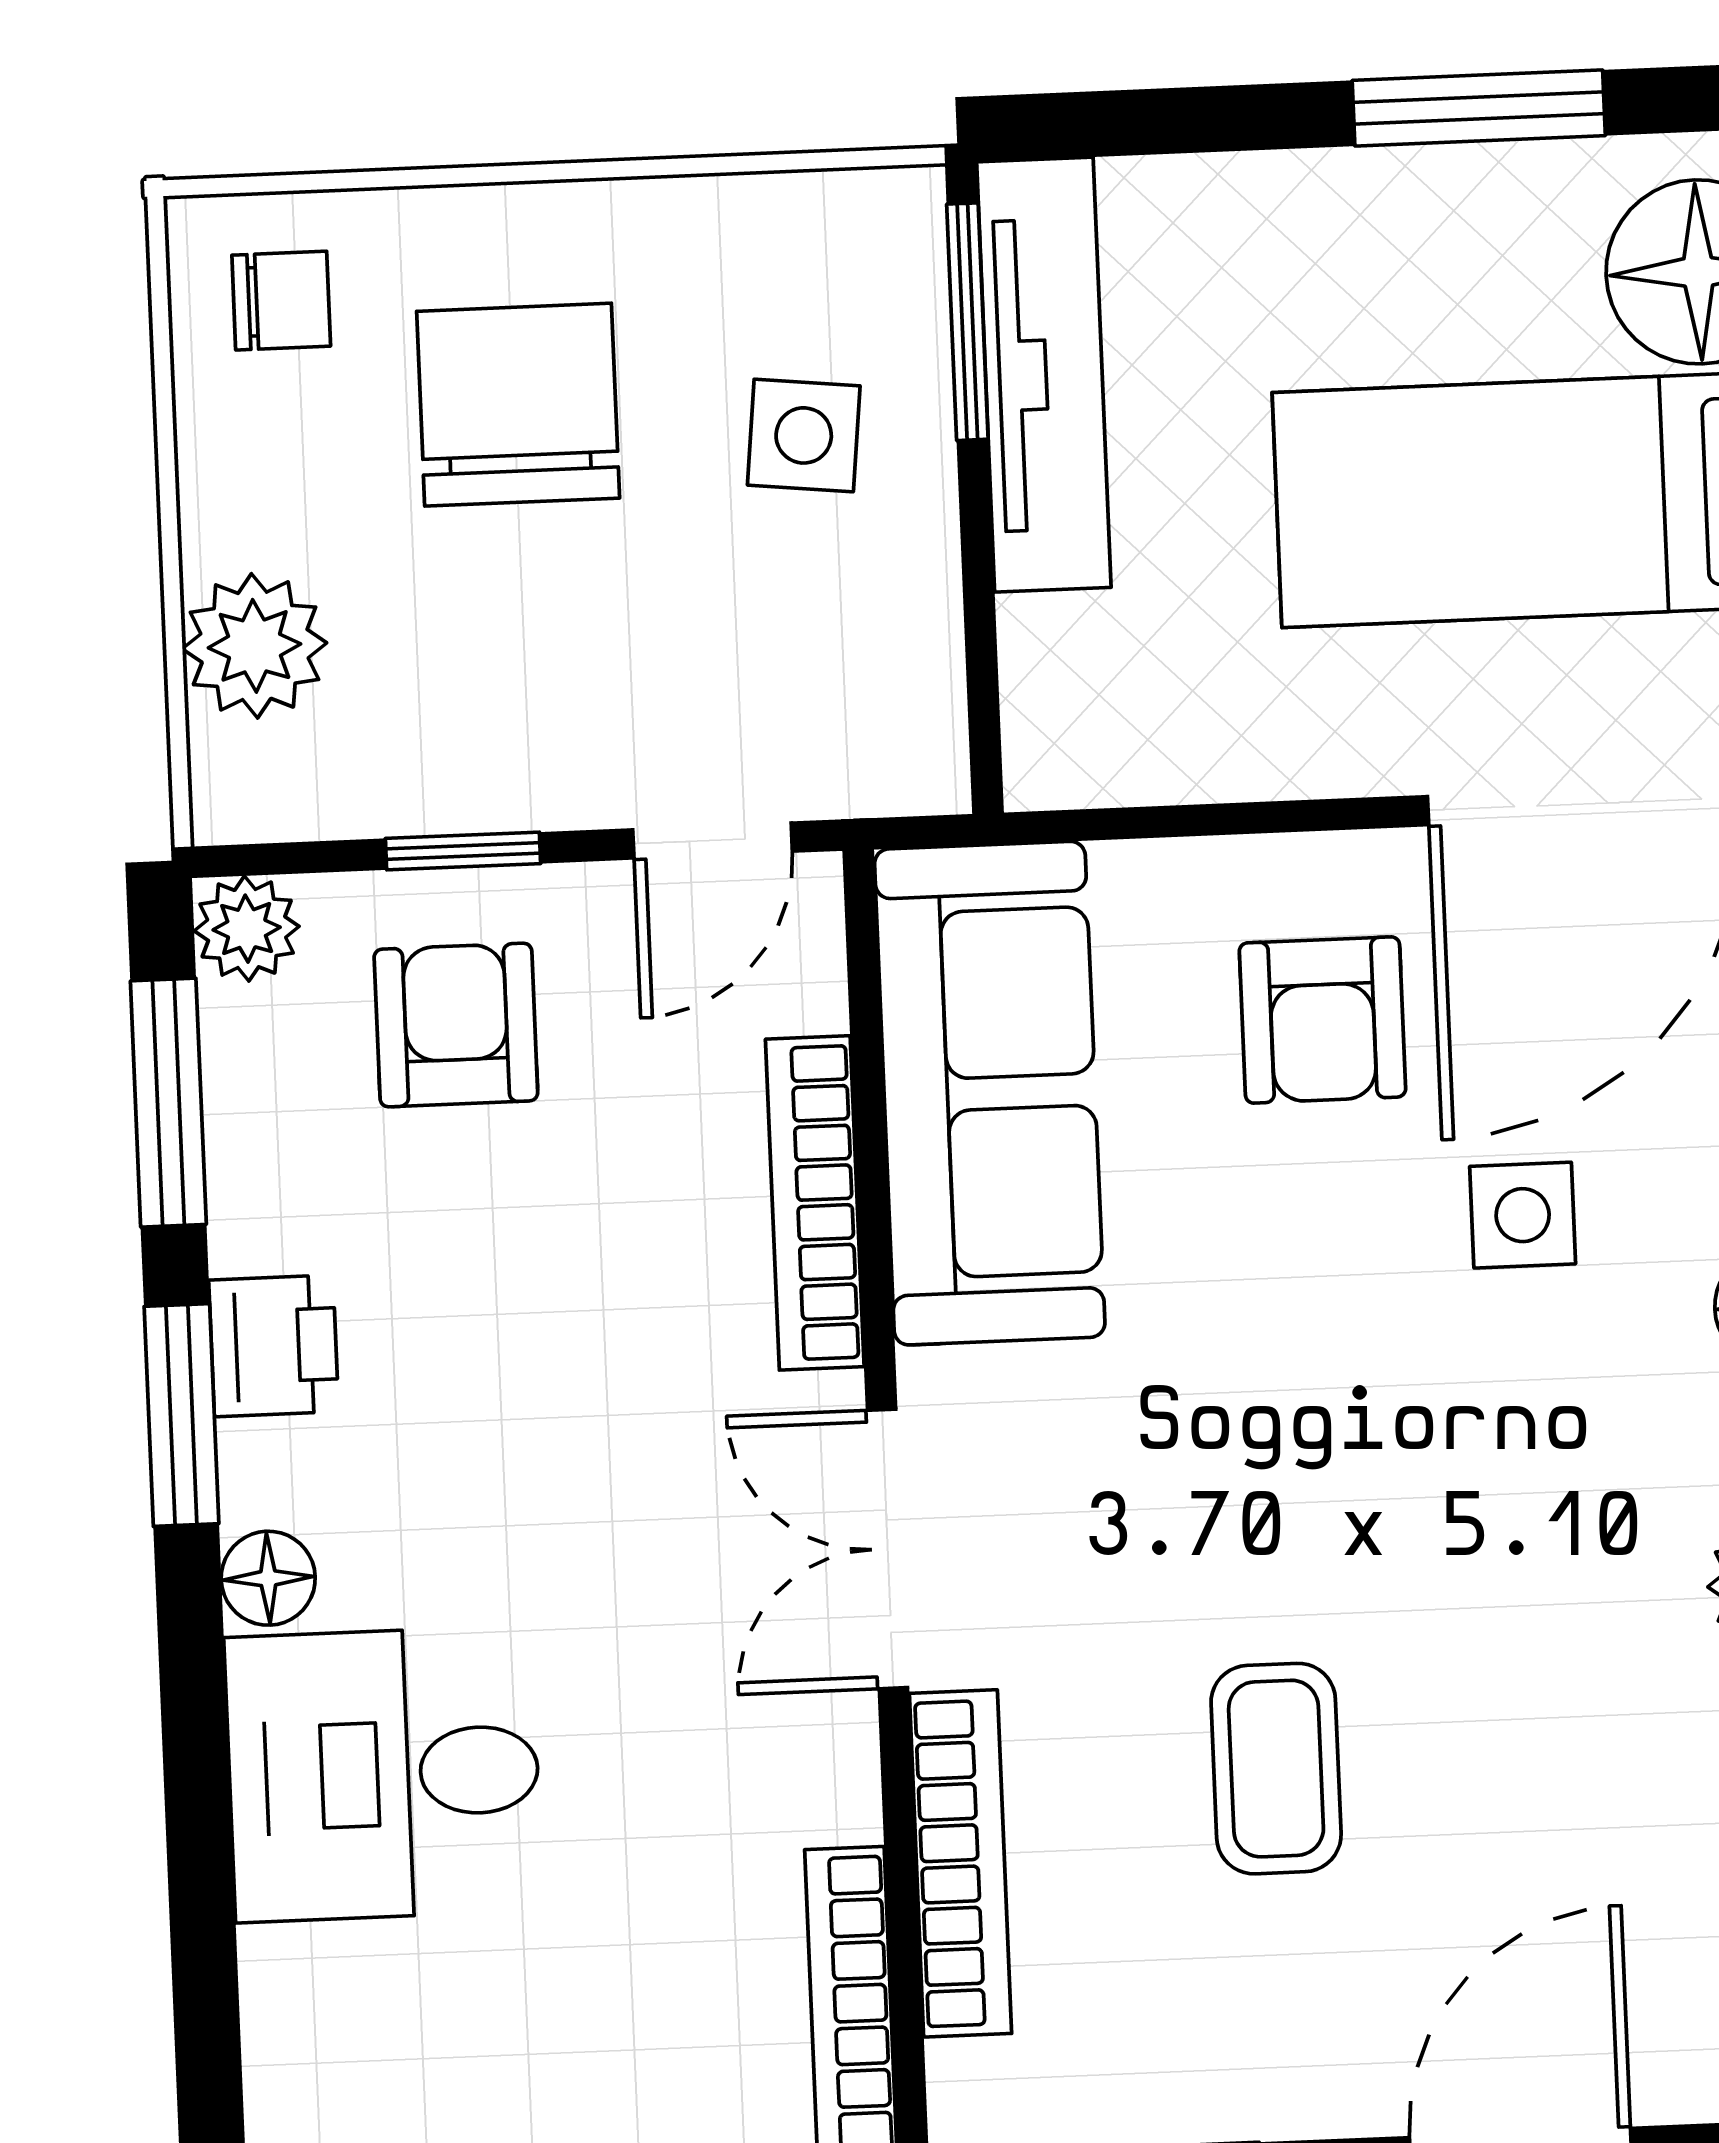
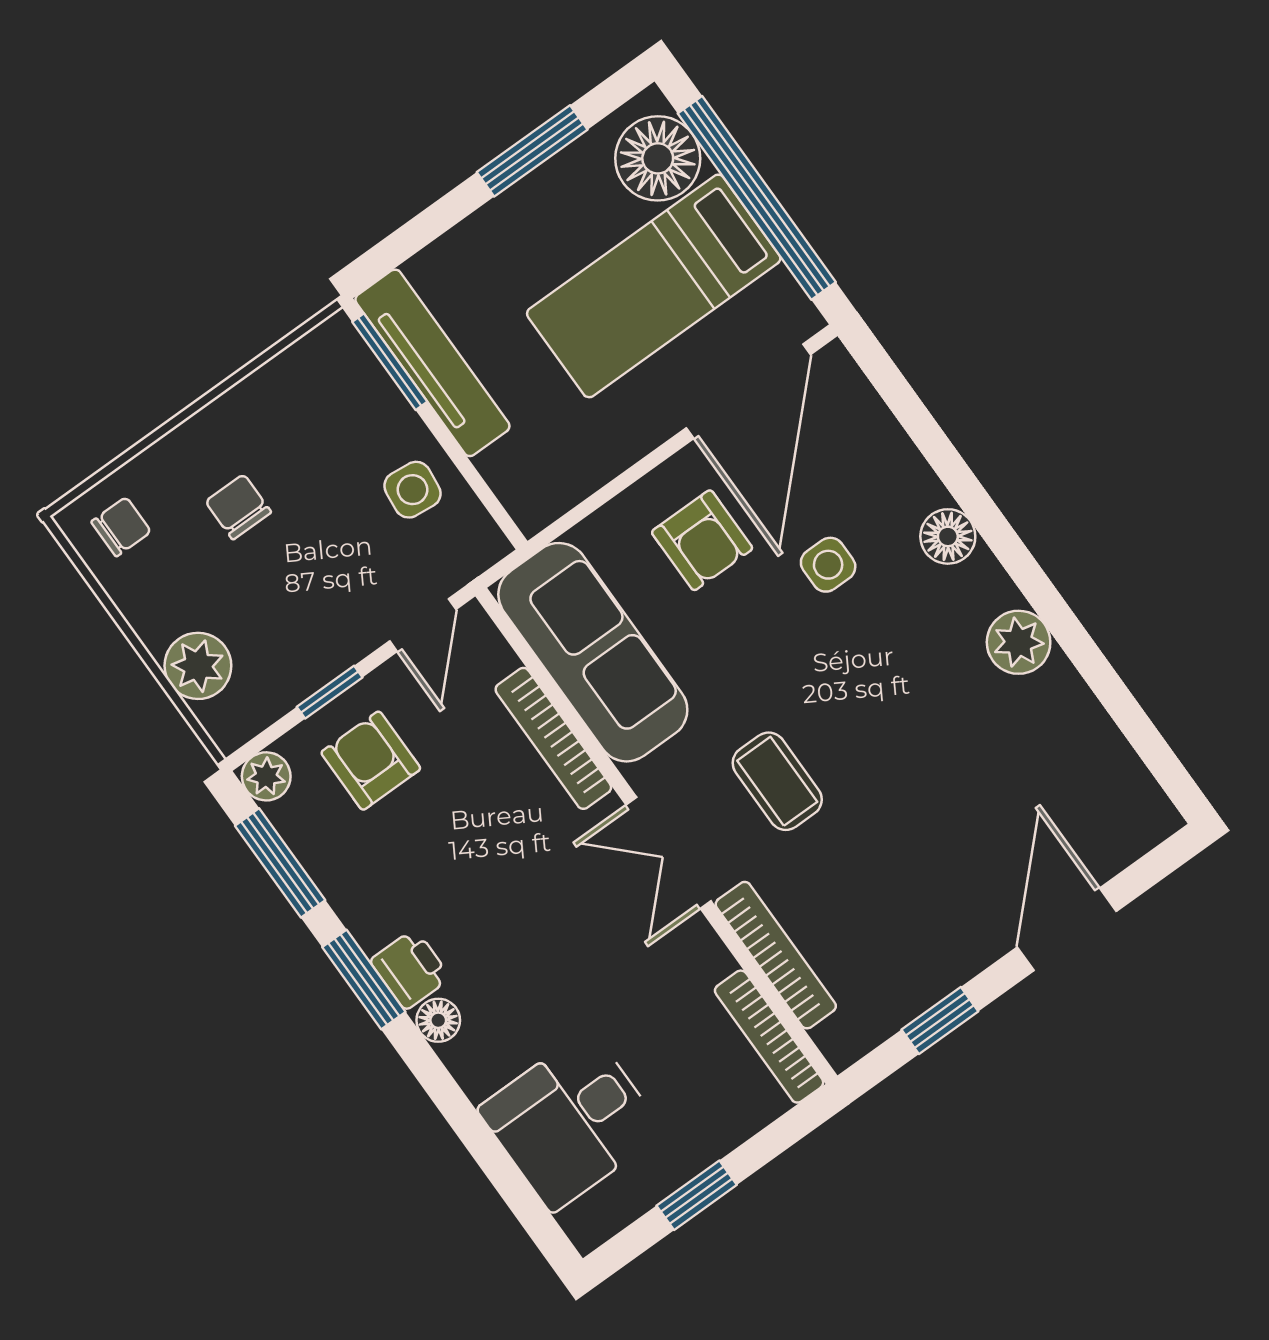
chair: (518, 405) -> (238, 507), width x0.54, depth x0.54
side table: (804, 435) -> (412, 490), moved
printer: (274, 1346) -> (410, 969), moved
coffee table: (1276, 1769) -> (777, 781), moved
desk: (384, 1774) -> (571, 1121), moved

